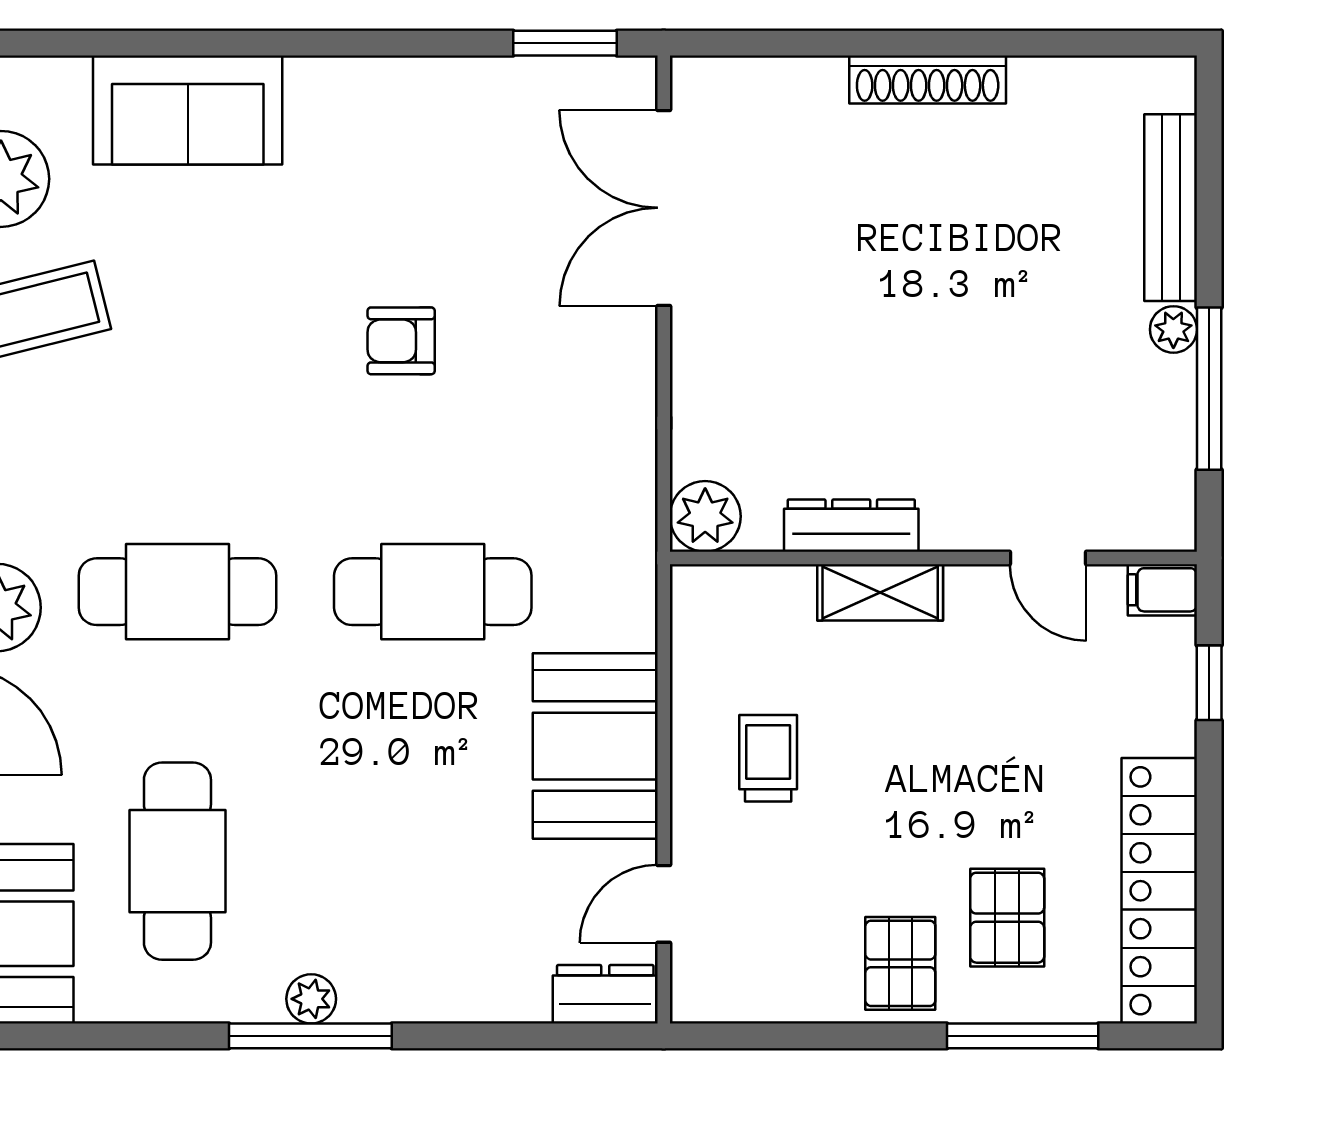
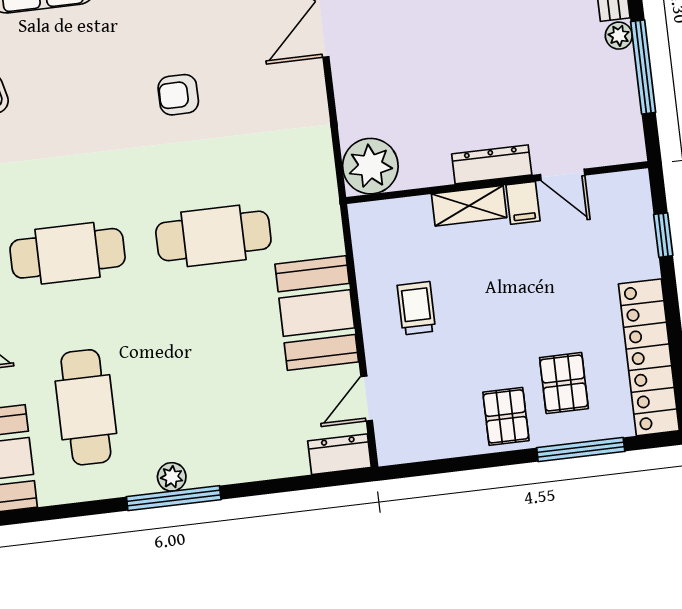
plant: (705, 516) -> (370, 166), width x1.36, depth x1.36
dresser: (851, 526) -> (492, 164), moved
filing cabinet: (1162, 590) -> (523, 203), moved, turned -90

